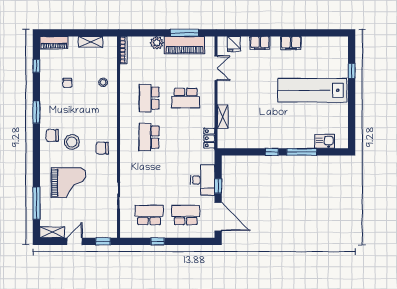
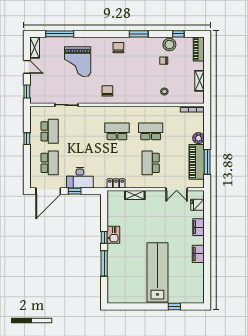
kitchen sink: (325, 141) -> (113, 235), moved
stool: (72, 142) -> (169, 45), moved

